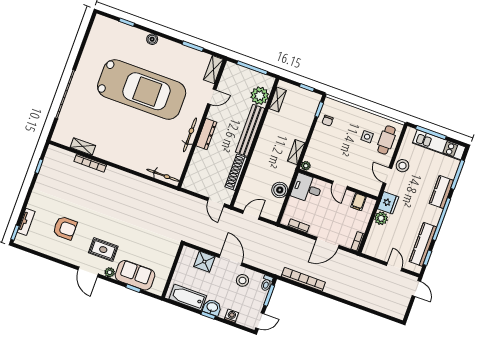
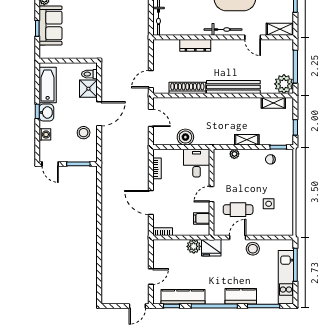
plant: (260, 96) -> (284, 84), moved
dresser: (206, 134) -> (195, 45), moved
bicycle: (190, 135) -> (223, 29), moved
cafe table: (387, 140) -> (238, 210), moved
shelving: (296, 152) -> (247, 140), moved
plant: (306, 166) -> (234, 154), moved
bookcase: (303, 279) -> (106, 192), removed
toilet: (267, 283) -> (89, 74), moved

